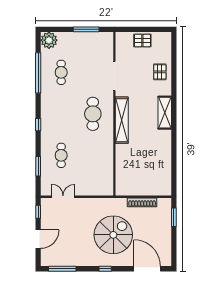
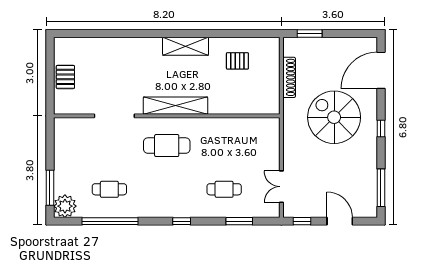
window: (86, 29) -> (50, 188), moved
pallet: (160, 72) -> (237, 61), moved
shelving: (165, 113) -> (186, 46), moved

